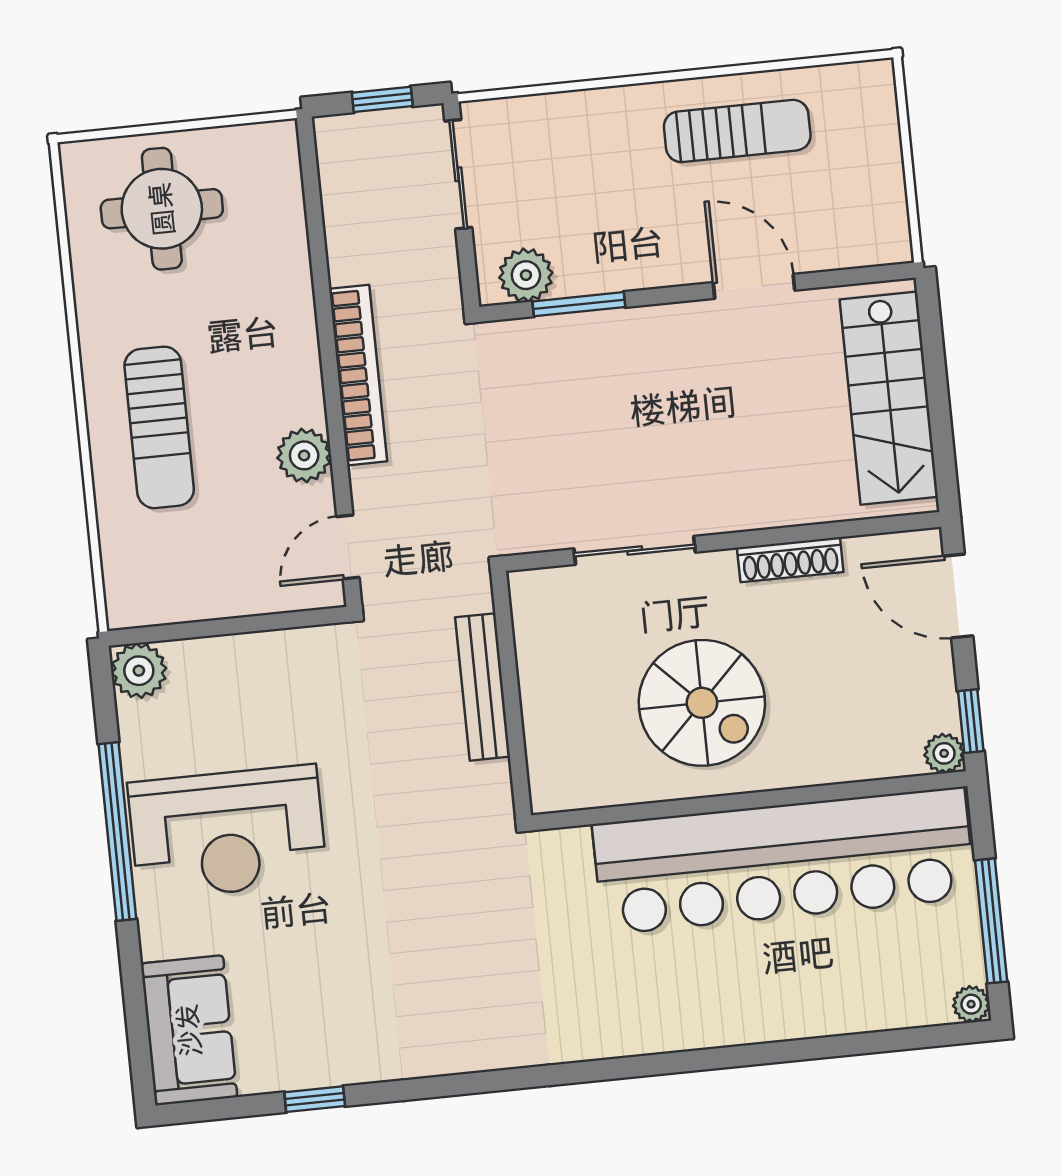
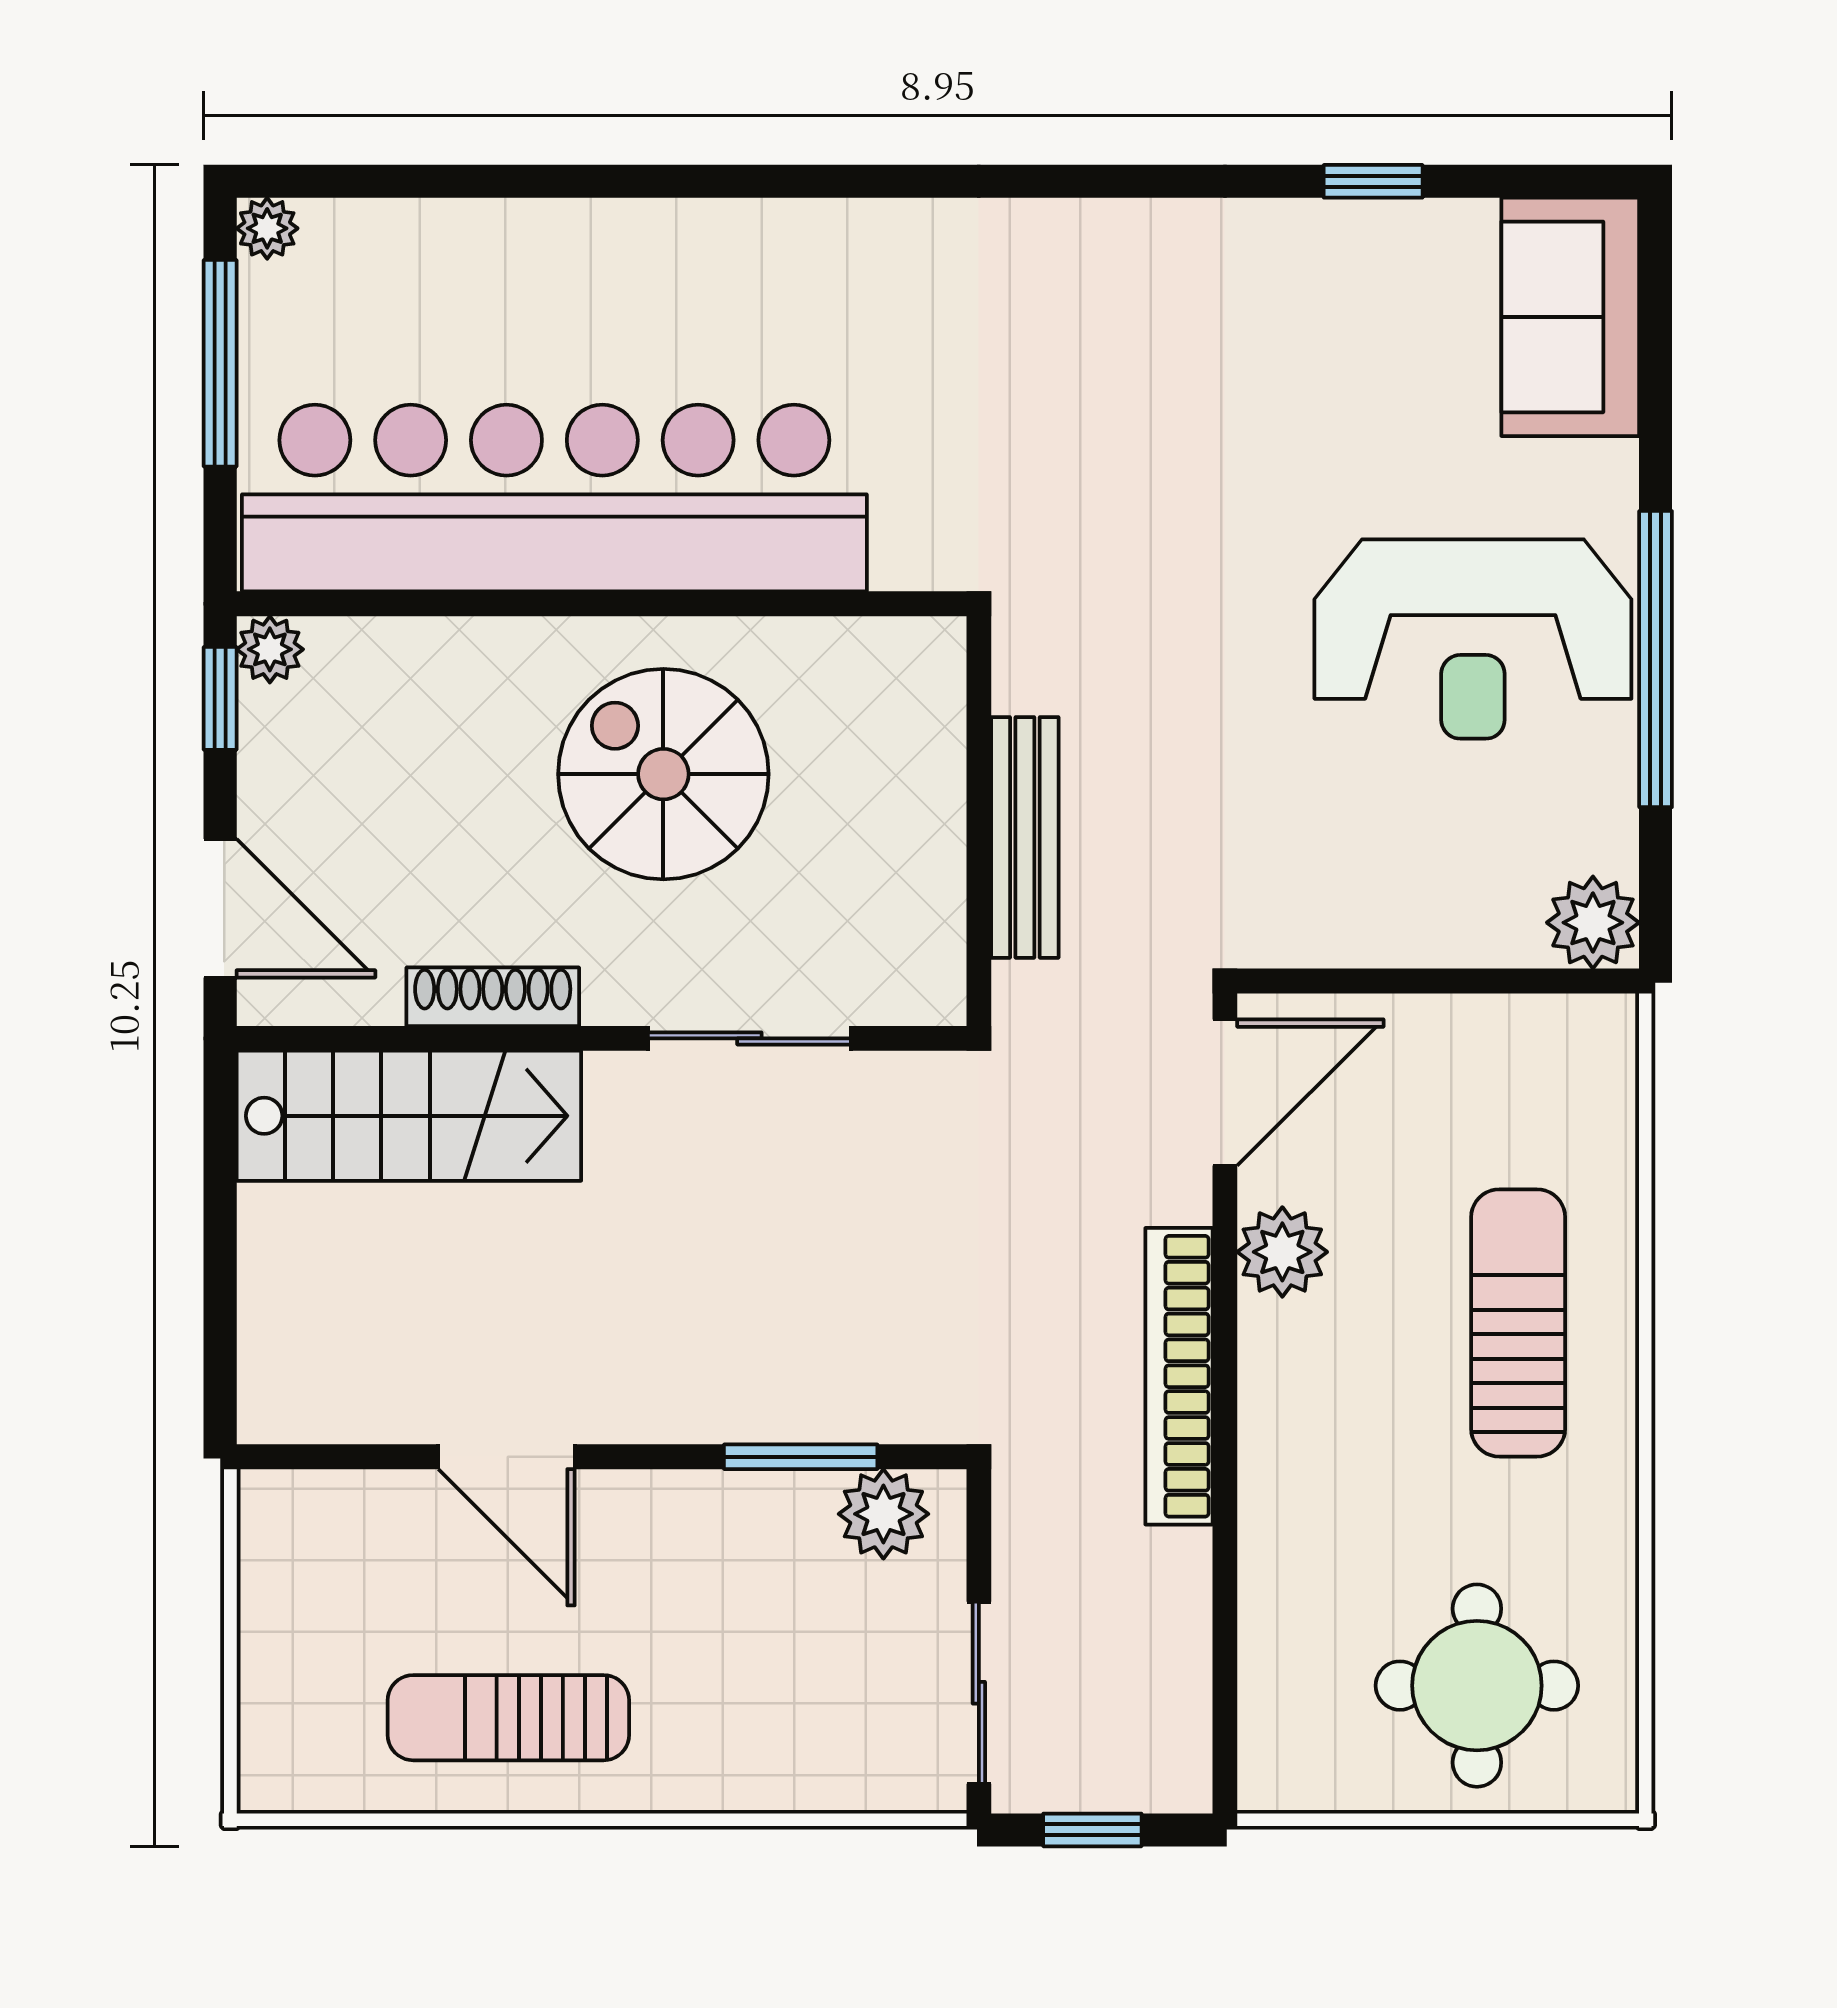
stairs: (889, 398) -> (409, 1116), moved, turned 90
door: (348, 547) -> (1225, 1093), width x1.38
reception desk: (228, 832) -> (1473, 639), turned 180

